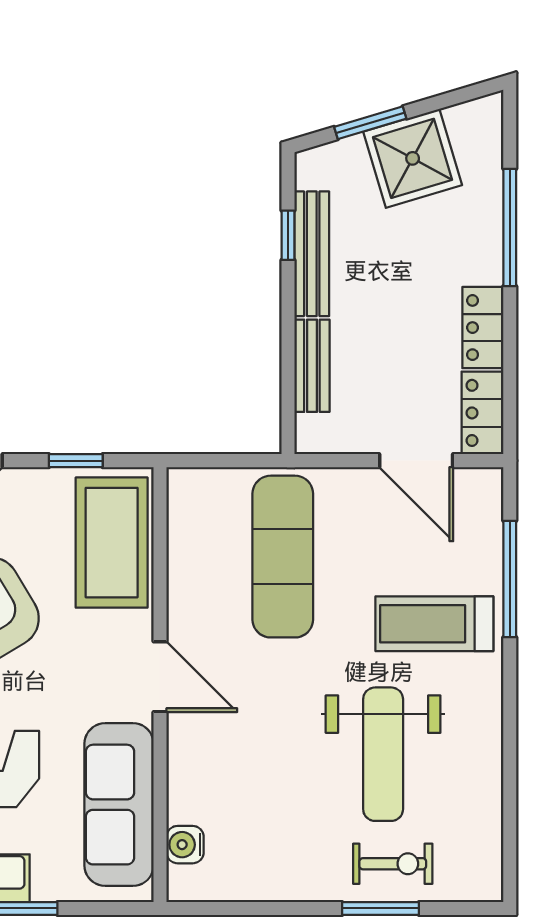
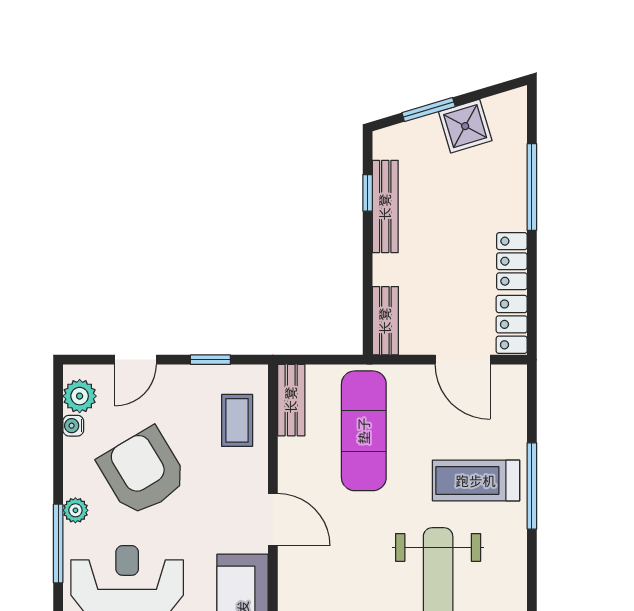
shower: (413, 158) -> (465, 126), width x0.73, depth x0.73
bench: (312, 366) -> (385, 321), moved
bench: (185, 515) -> (291, 400), added
coffee table: (112, 543) -> (237, 420), width x0.54, depth x0.58
window: (510, 579) -> (532, 486), moved

